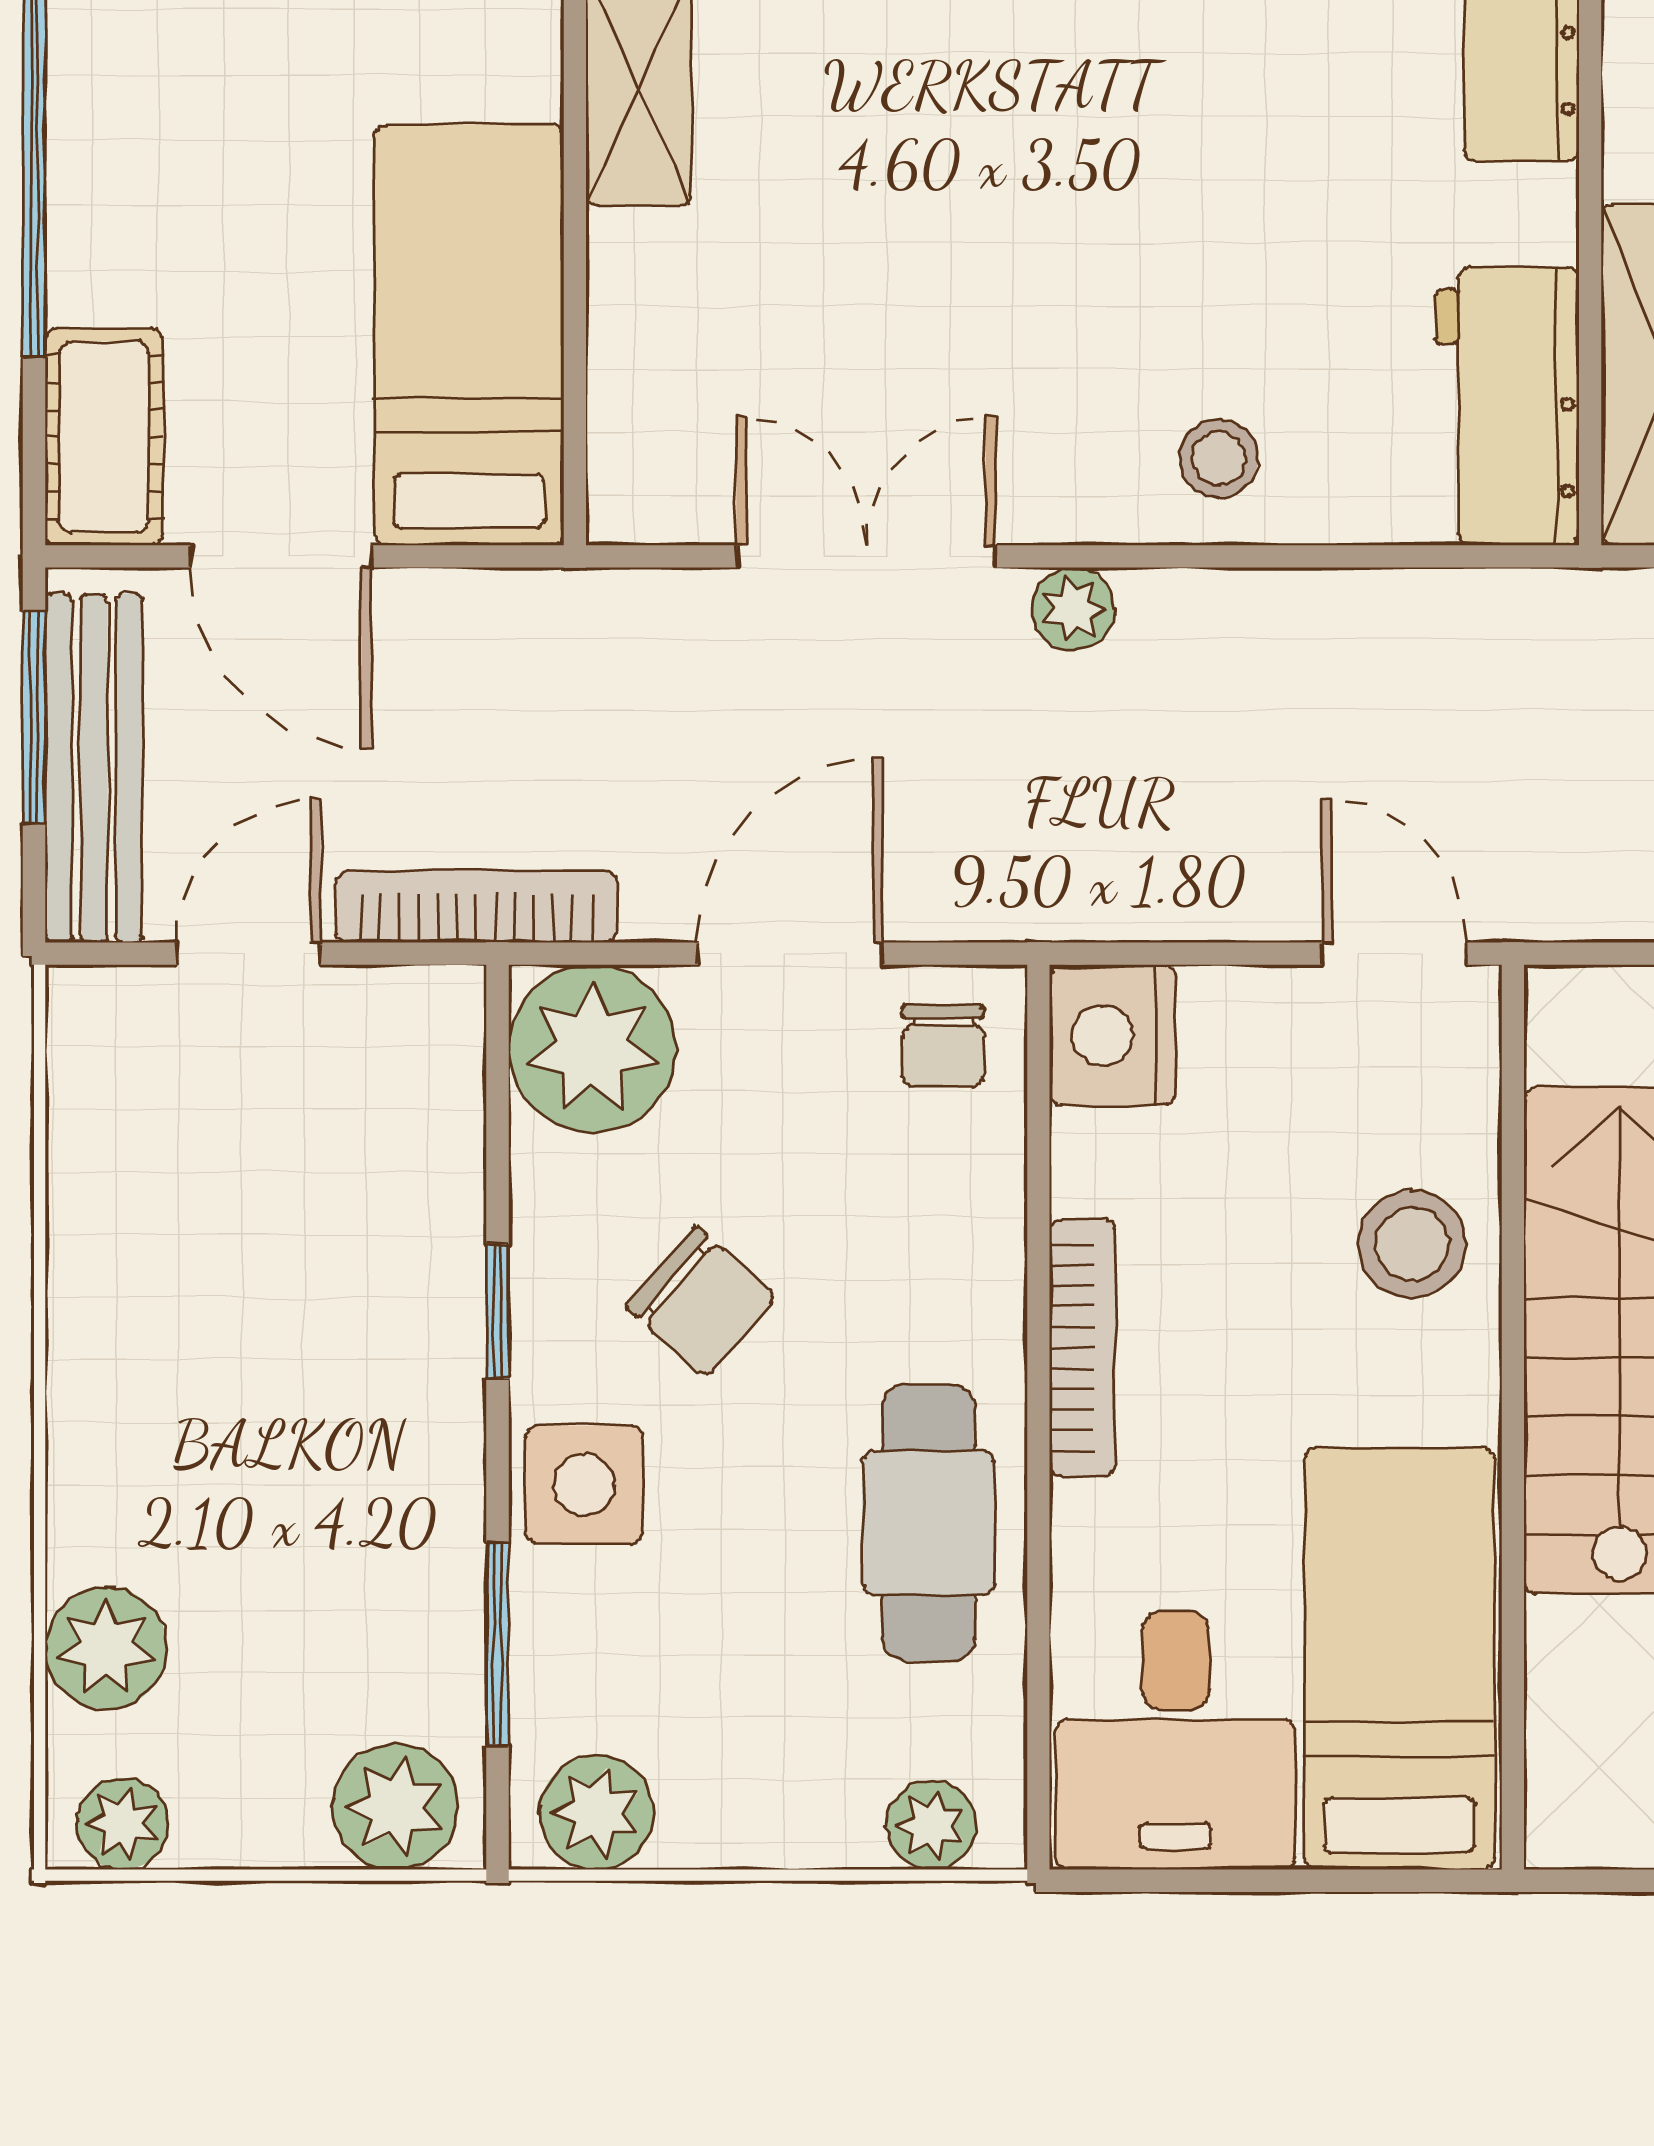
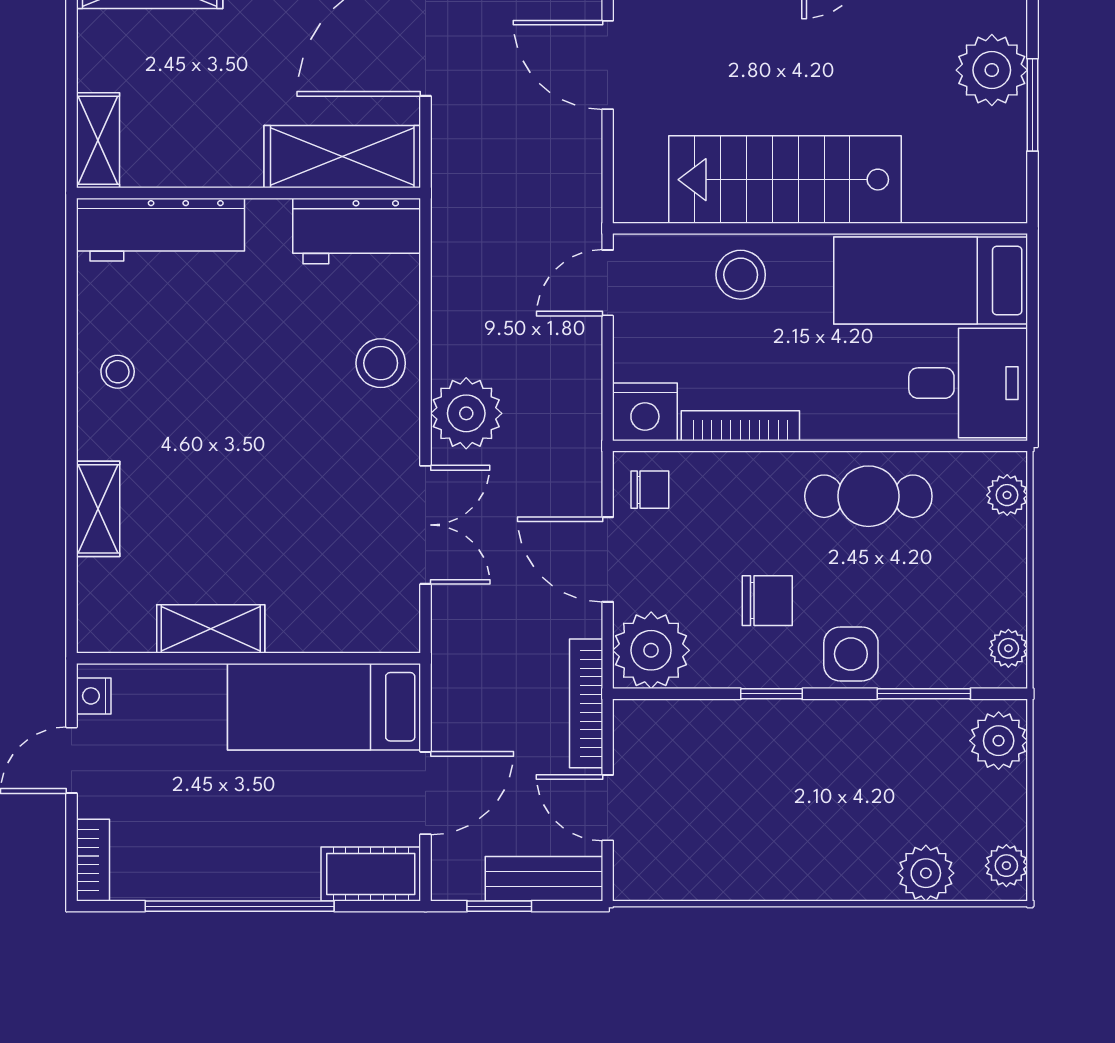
stool: (1219, 458) -> (381, 363), width x1.37, depth x1.37
double door: (866, 556) -> (426, 525), swing flipped
plant: (1073, 609) -> (466, 413), width x1.88, depth x1.88
window: (34, 717) -> (499, 906), width x0.67
bench: (94, 768) -> (544, 879), width x0.73
chair: (701, 1302) -> (767, 601), turned 49
bookcase: (1082, 1348) -> (740, 426), moved
plant: (597, 1813) -> (1008, 648), width x0.73, depth x0.73

